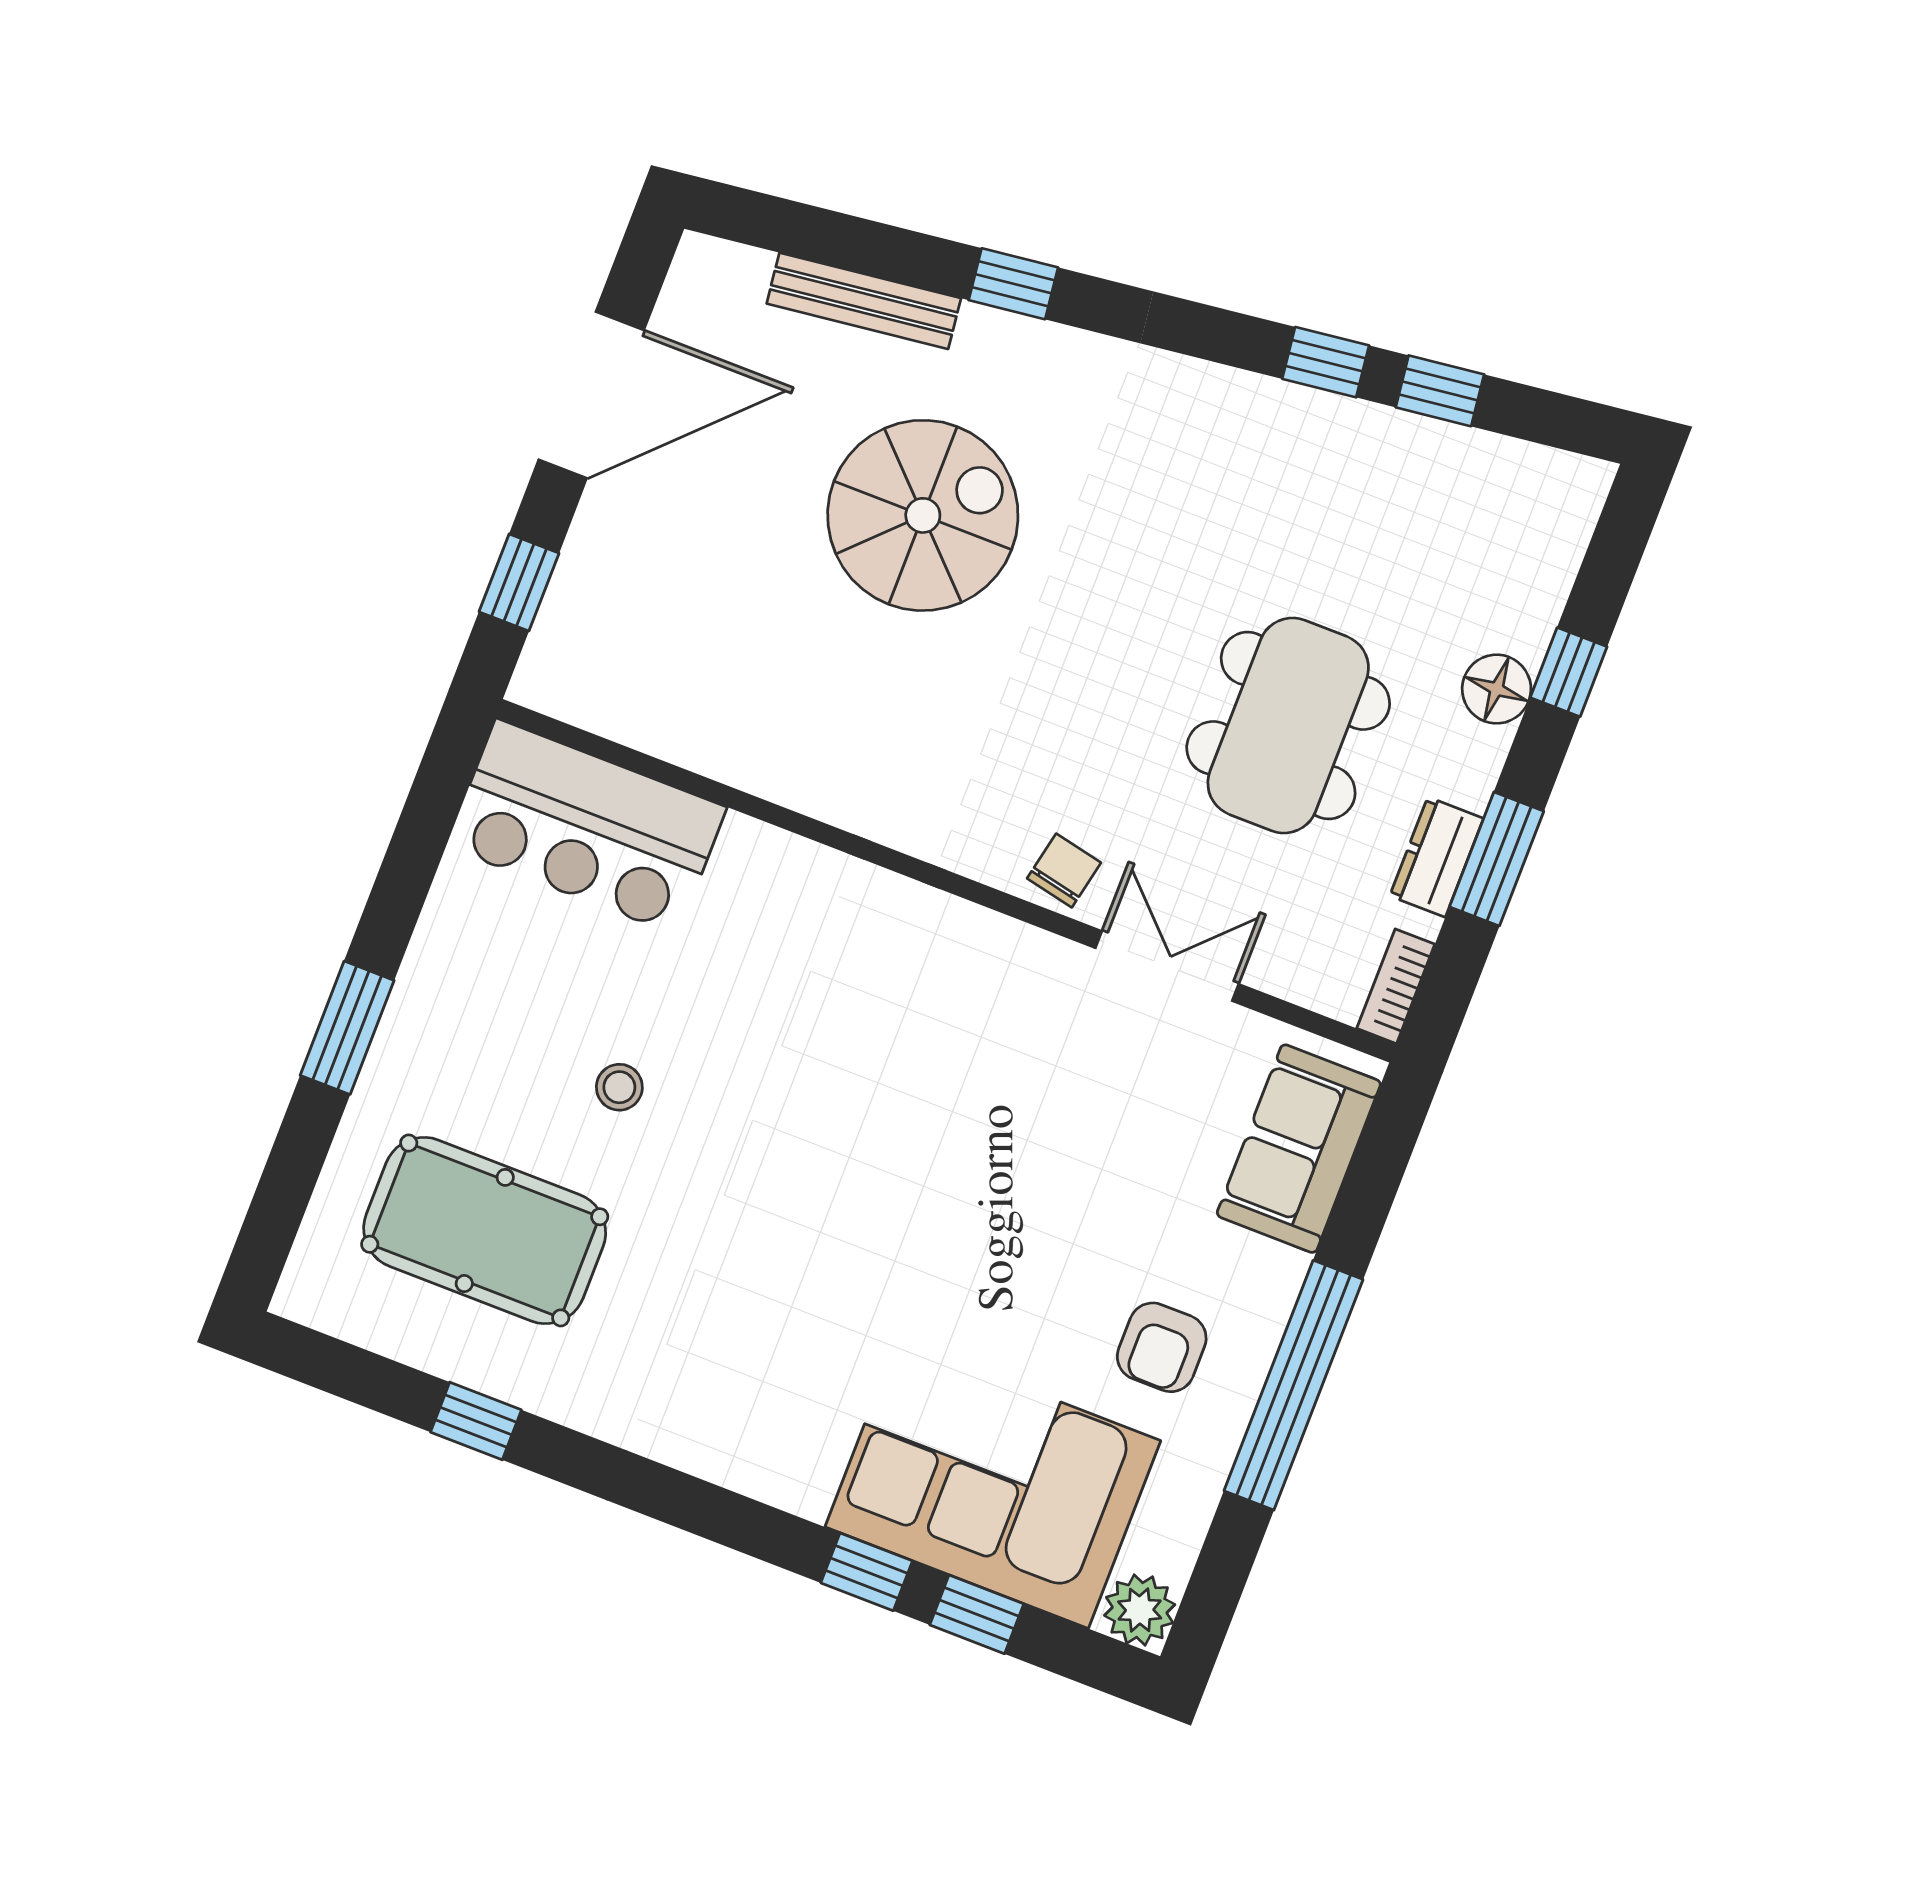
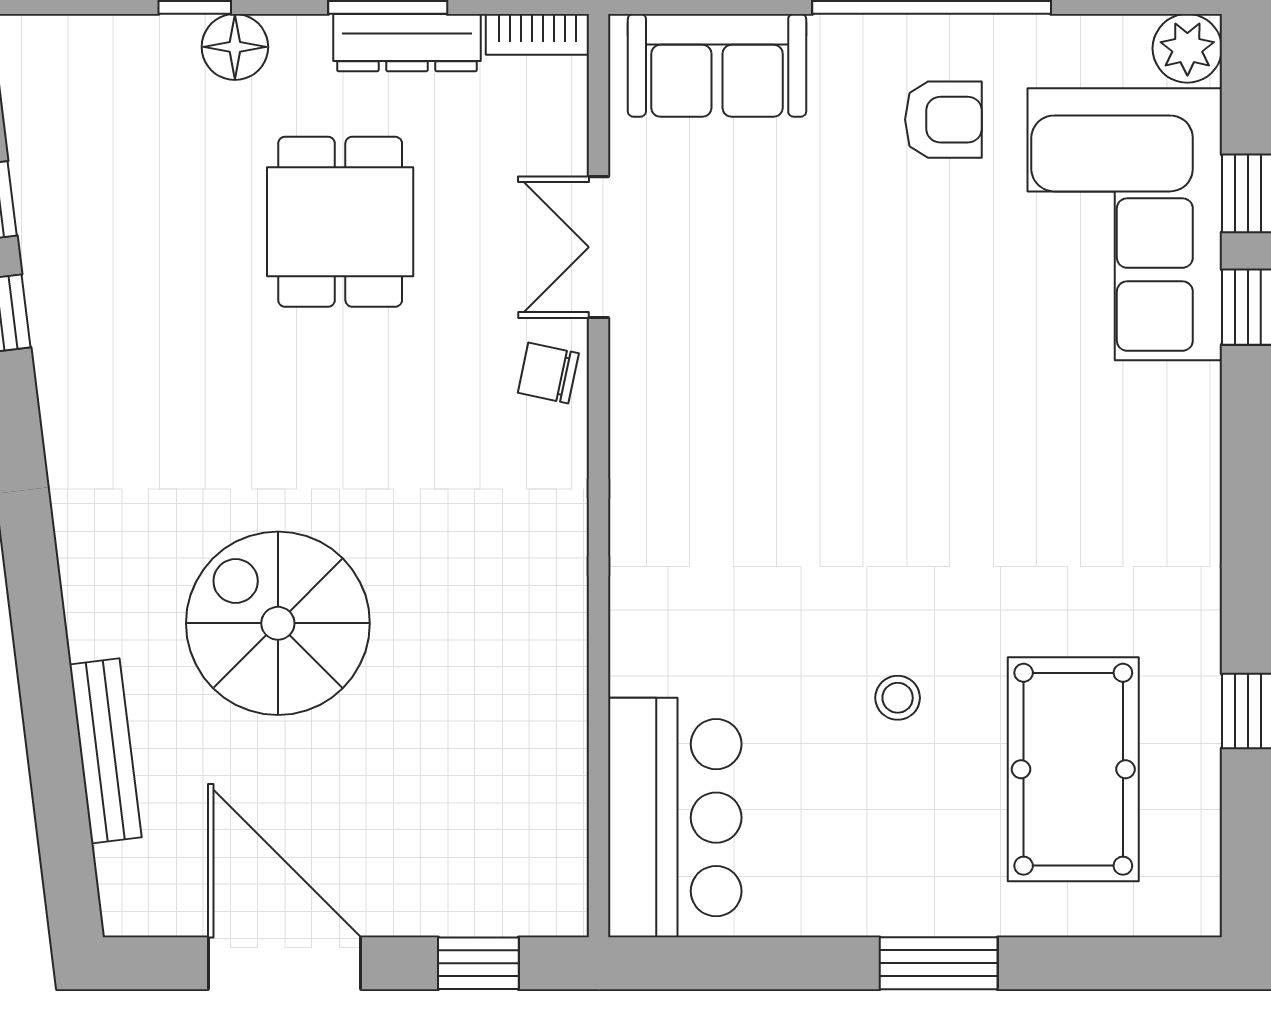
window: (1013, 284) -> (38, 622), removed
dining table: (1288, 726) -> (340, 222), width x0.73
dresser: (1437, 857) -> (407, 43), width x1.44

